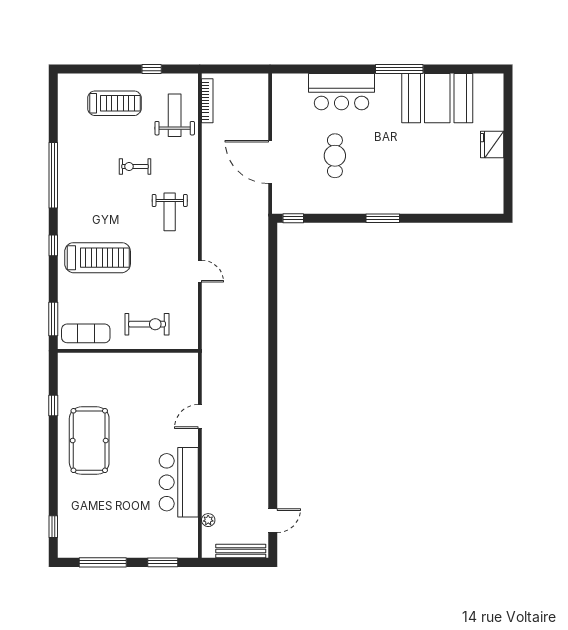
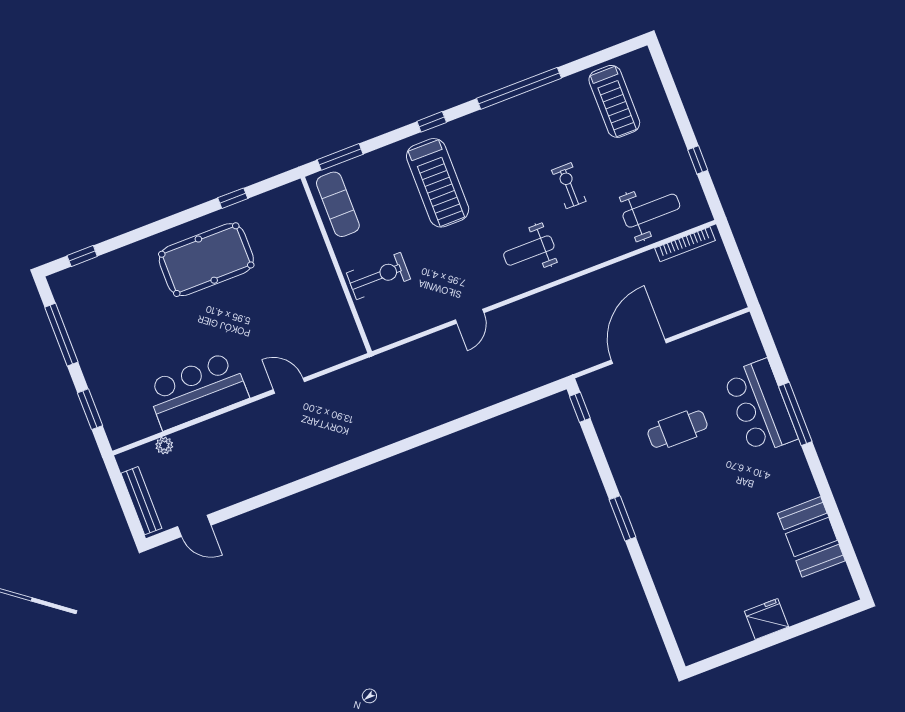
window: (399, 69) -> (795, 414), moved
booth: (437, 98) -> (811, 537), width x0.73, depth x0.70
treadmill: (115, 103) -> (614, 101), moved
exercise bike: (147, 324) -> (378, 276), turned -90

